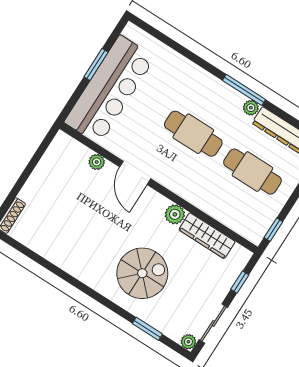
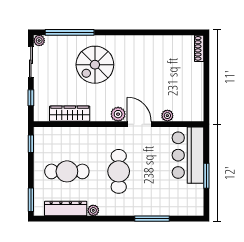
bar counter: (110, 90) -> (188, 155), width x0.73
window: (244, 90) -> (152, 219), moved
cafe table: (193, 134) -> (119, 171), turned 90
plant: (175, 214) -> (118, 114), moved
window: (147, 329) -> (70, 32), width x2.11

